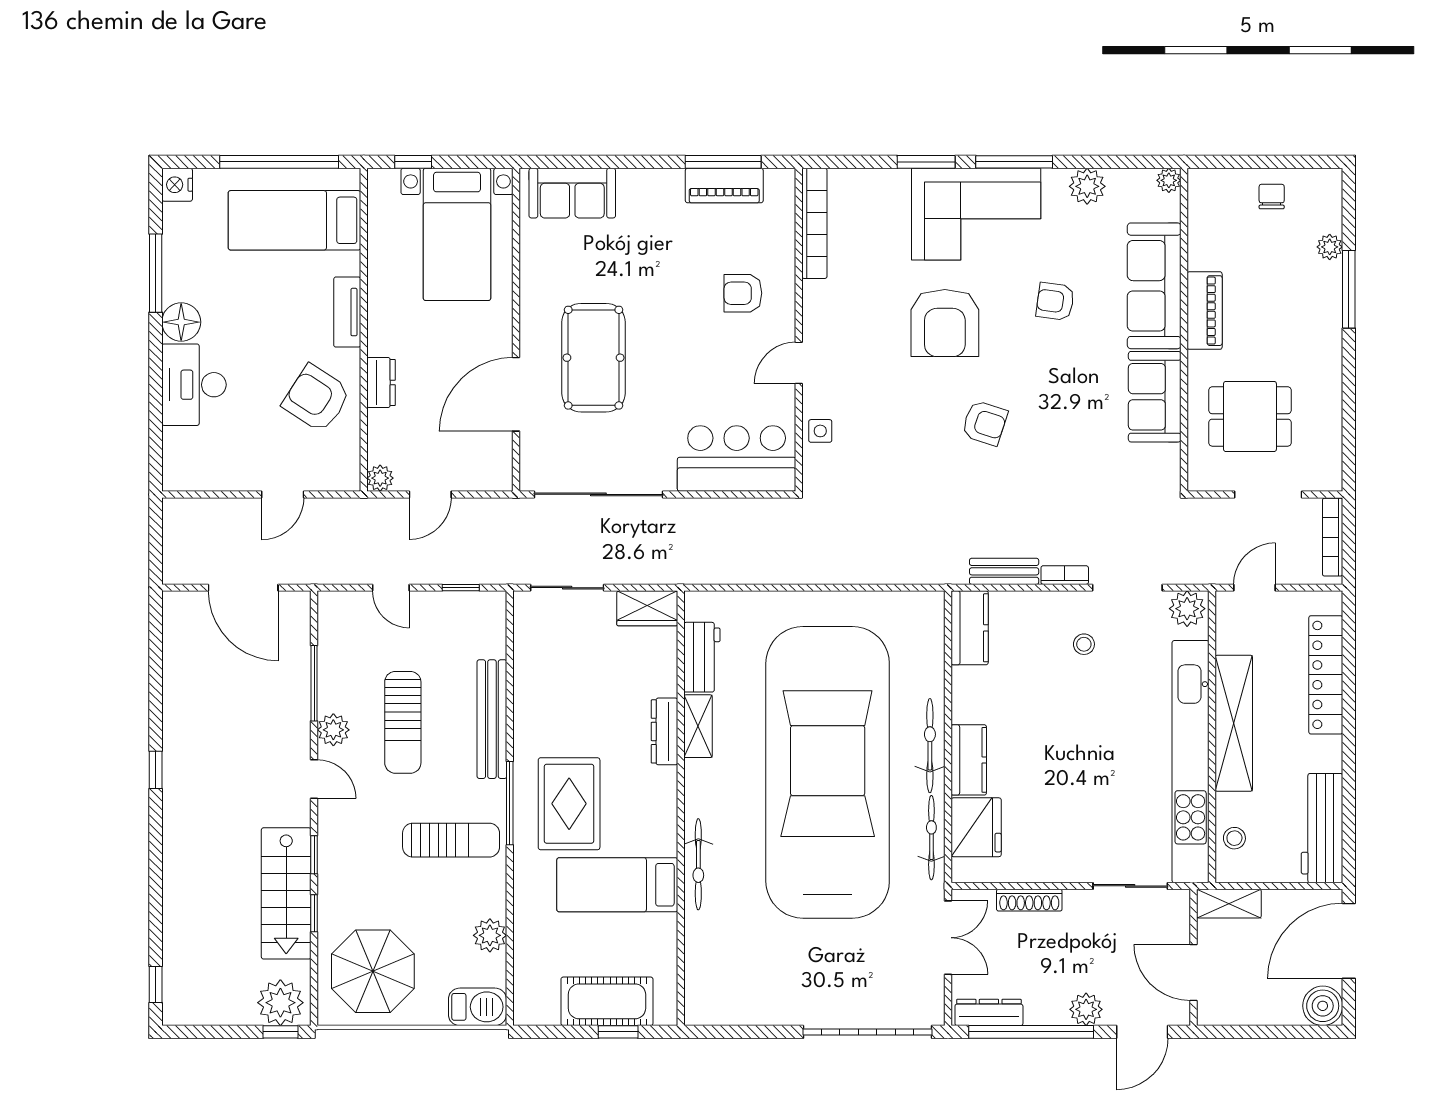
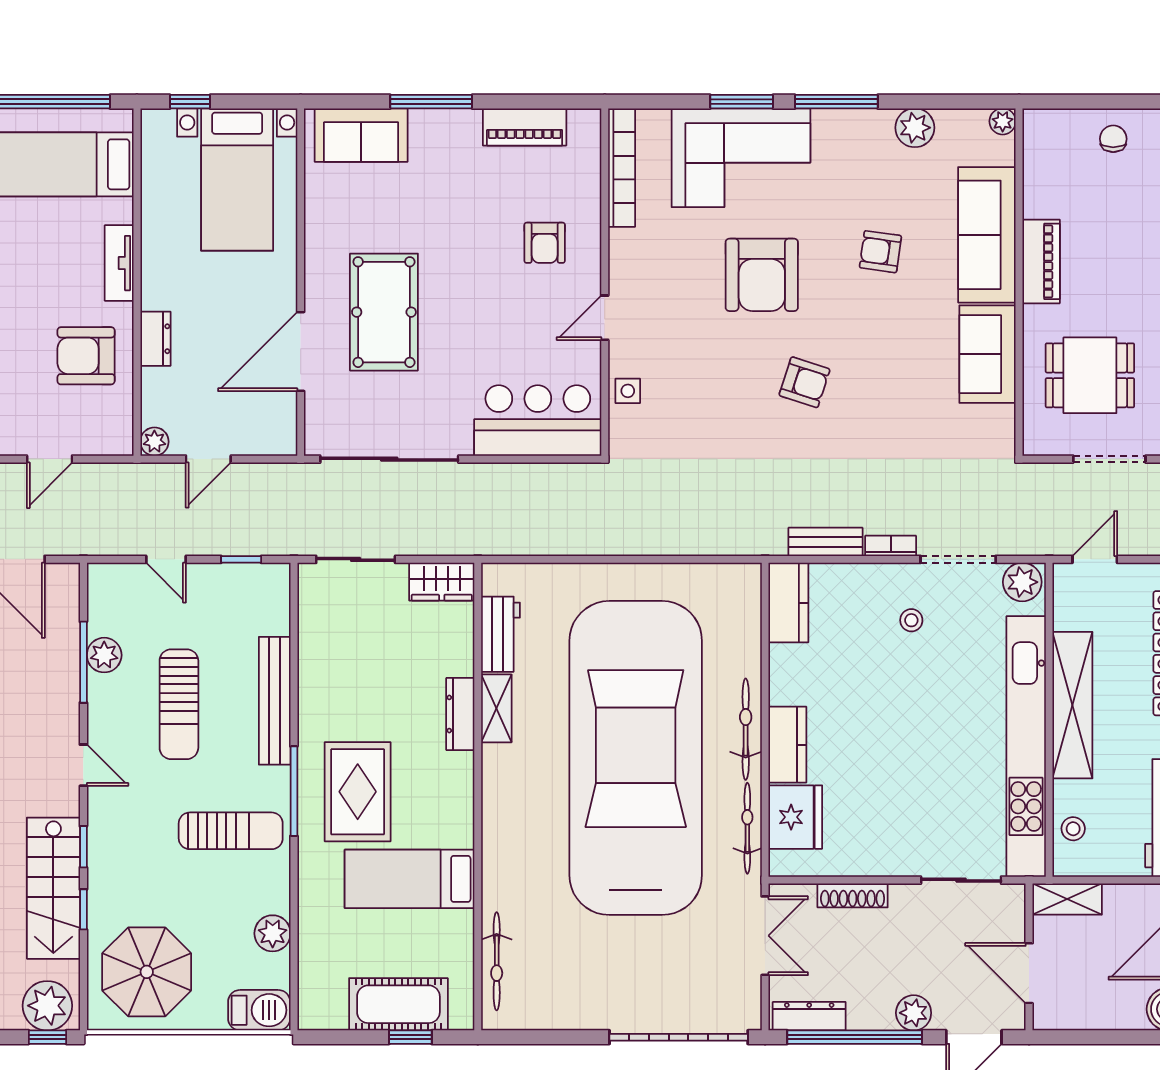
window: (723, 162) -> (431, 102), moved
corner sofa: (976, 214) -> (741, 158), moved
armchair: (743, 293) -> (545, 243), turned -90
armchair: (316, 398) -> (86, 356), turned -33
plant: (333, 730) -> (104, 655), moved
bicycle: (698, 864) -> (497, 961), moved

